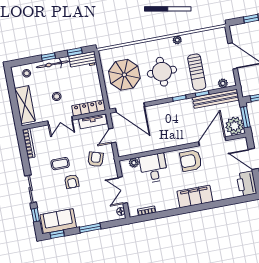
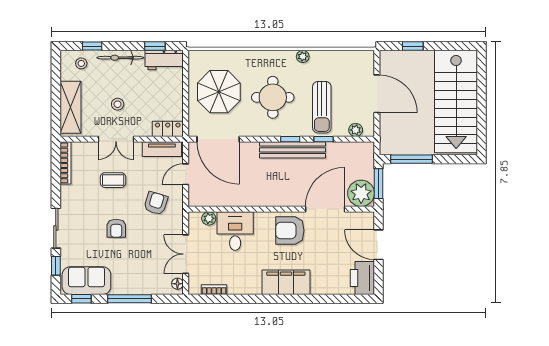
window: (48, 57) -> (92, 46), moved
bench: (216, 99) -> (293, 150), moved
locker: (89, 108) -> (168, 129), width x0.66
coffee table: (60, 164) -> (113, 180), moved
window: (90, 228) -> (130, 299), width x1.44

